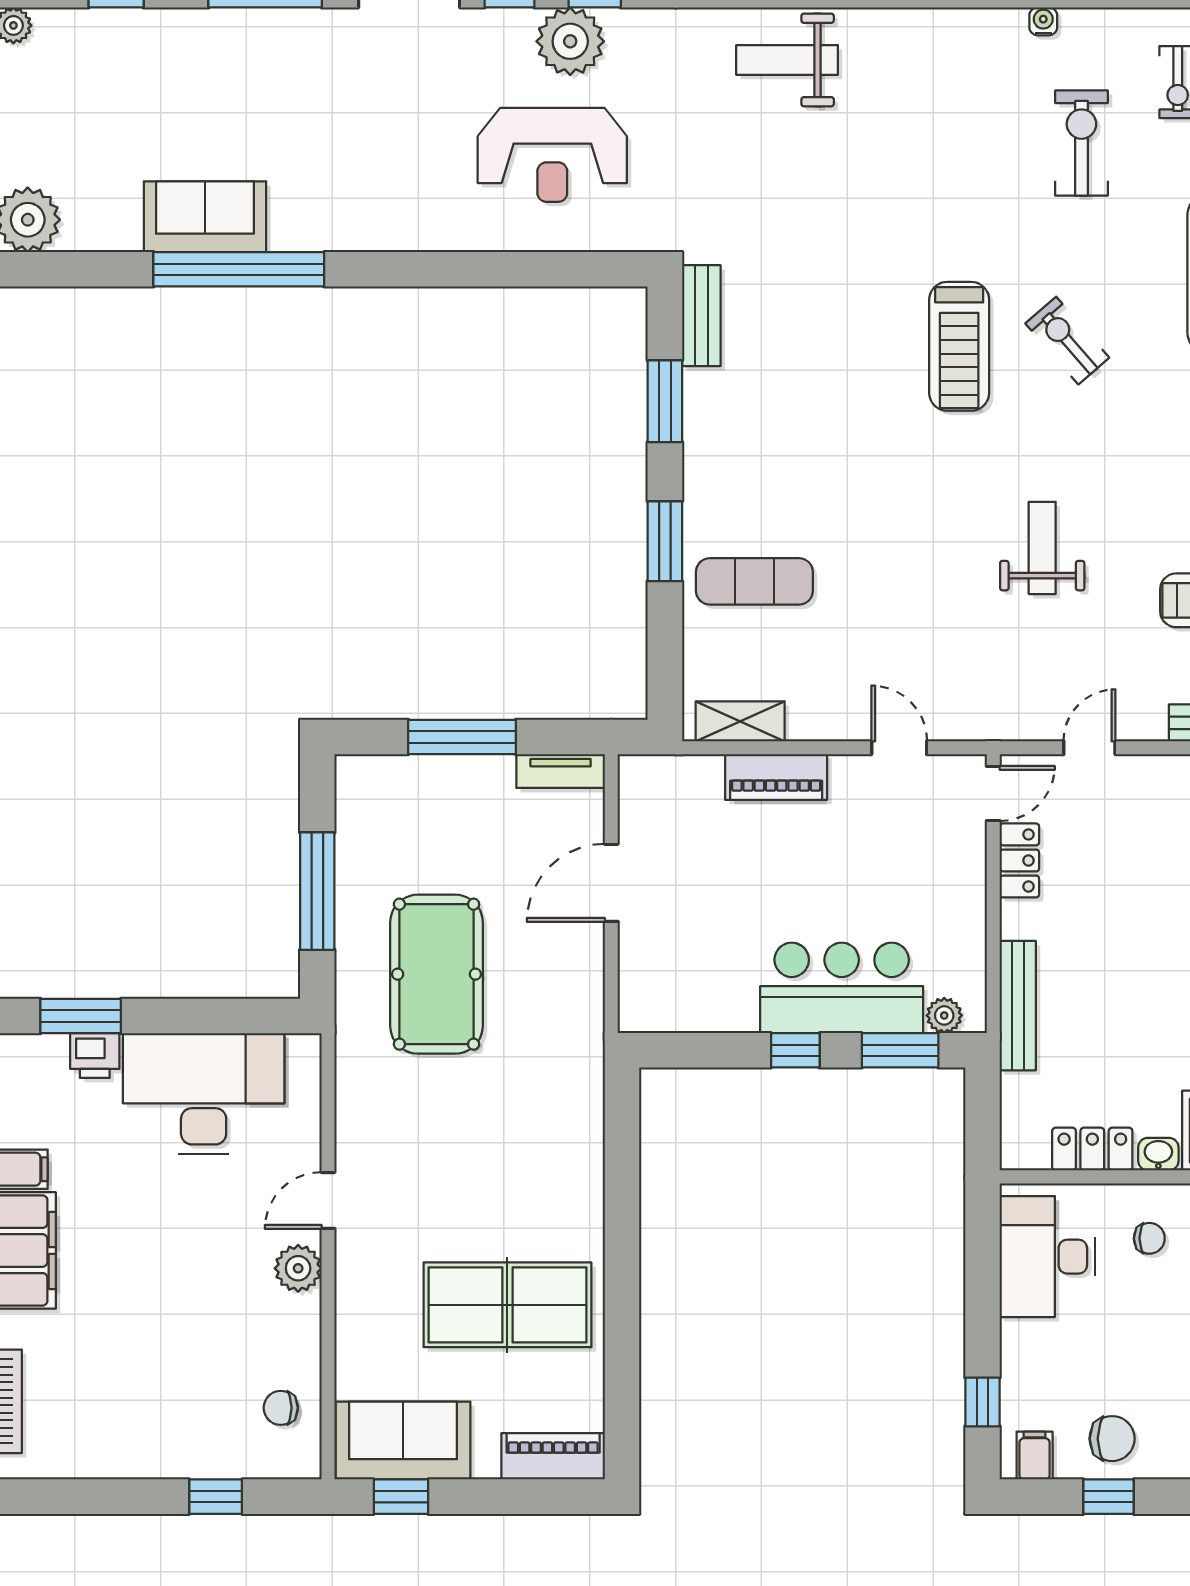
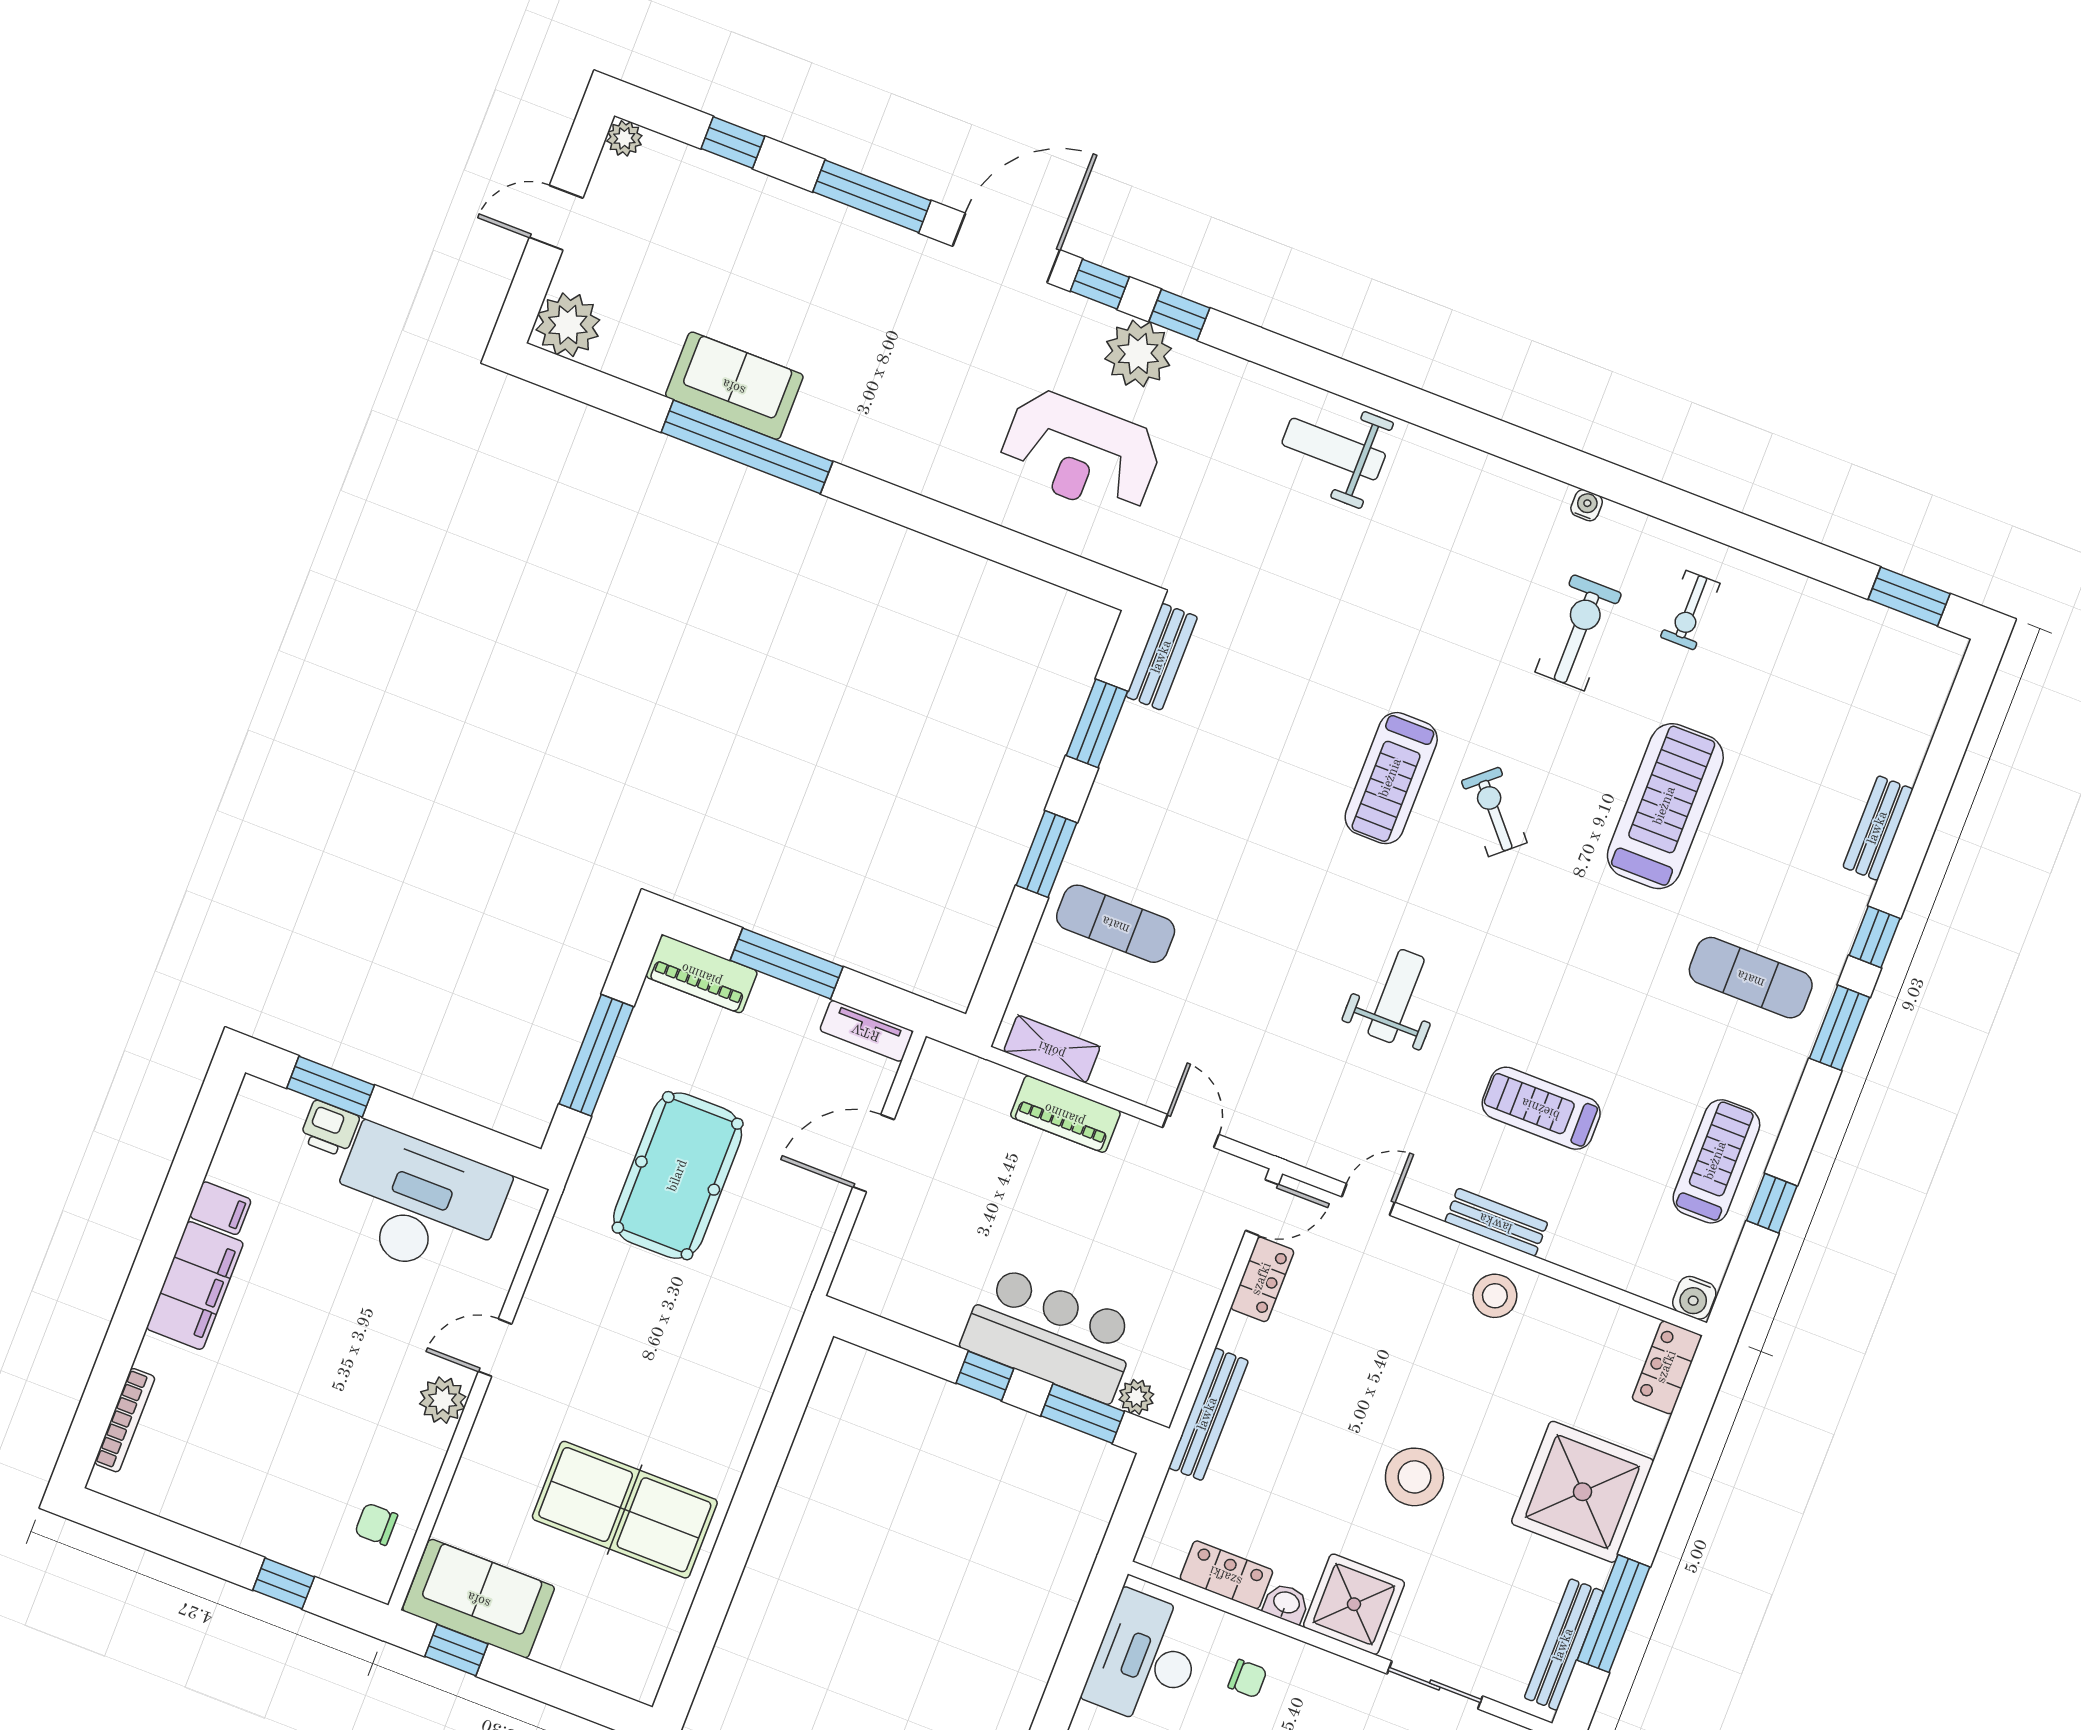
piano: (553, 1456) -> (702, 974), moved, turned 180

